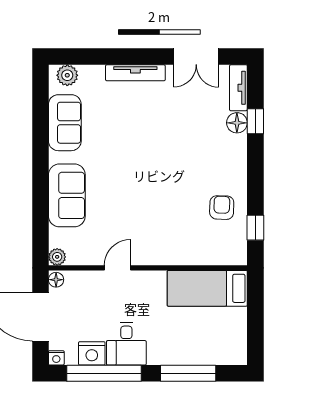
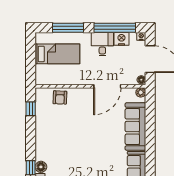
sofa: (67, 195) -> (135, 127), width x1.36
armchair: (222, 208) -> (60, 97), moved
door: (117, 268) -> (107, 86), width x1.87
bed: (207, 288) -> (57, 54), moved

